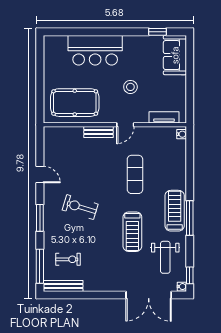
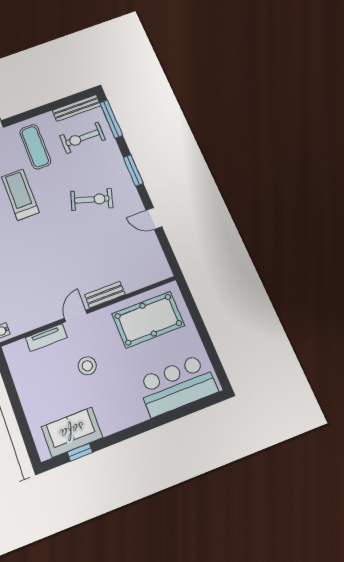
bar counter: (95, 50) -> (177, 385), moved
sofa: (175, 55) -> (72, 432), moved, turned -90
tv unit: (164, 117) -> (46, 338), moved
exercise mat: (135, 174) -> (35, 147), moved
exercise bike: (68, 259) -> (83, 138), width x1.38, depth x1.39

